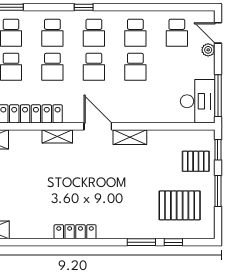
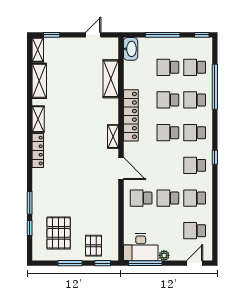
plant: (208, 50) -> (164, 255), moved
school desk: (94, 67) -> (141, 198), moved
door: (98, 126) -> (121, 169), hinge flipped
shelving: (130, 137) -> (38, 119), moved

